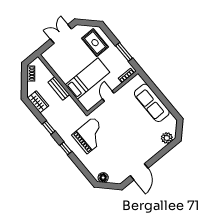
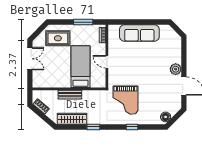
double door: (61, 34) -> (30, 59), swing flipped
wardrobe: (38, 102) -> (72, 119), width x1.50
grand piano: (90, 135) -> (125, 100), turned 180
plant: (167, 138) -> (176, 69), moved
window: (66, 148) -> (132, 127), moved

